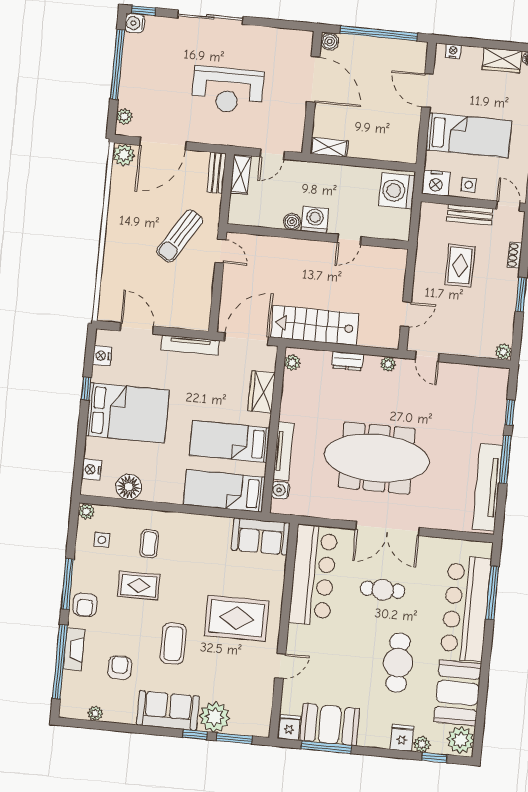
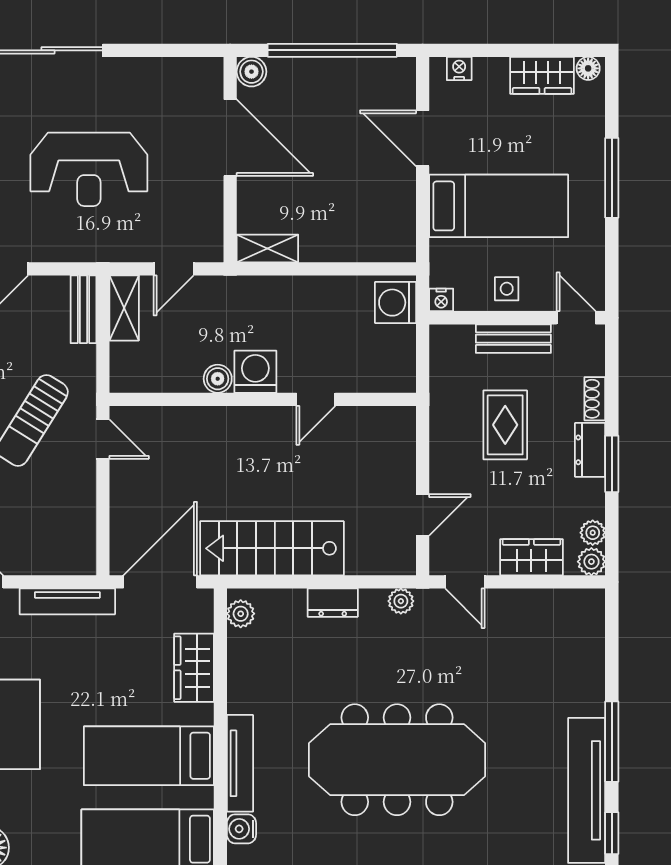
nightstand: (436, 183) -> (441, 300), width x0.53, depth x0.56
washing machine: (397, 191) -> (396, 303), width x0.73, depth x0.73
dresser: (509, 285) -> (590, 450), added
plant: (506, 334) -> (593, 533), added
wardrobe: (468, 346) -> (531, 557), added
window: (510, 413) -> (612, 833), moved

